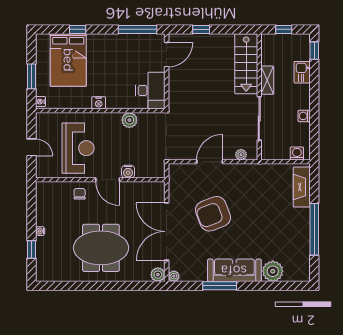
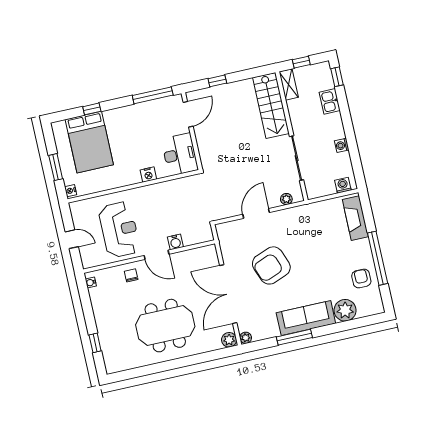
shelving: (267, 80) -> (289, 84), moved
nightstand: (99, 103) -> (148, 175), moved
plant: (129, 120) -> (165, 189), removed
water cooler: (40, 231) -> (91, 282), moved
armchair: (295, 245) -> (361, 278), added

